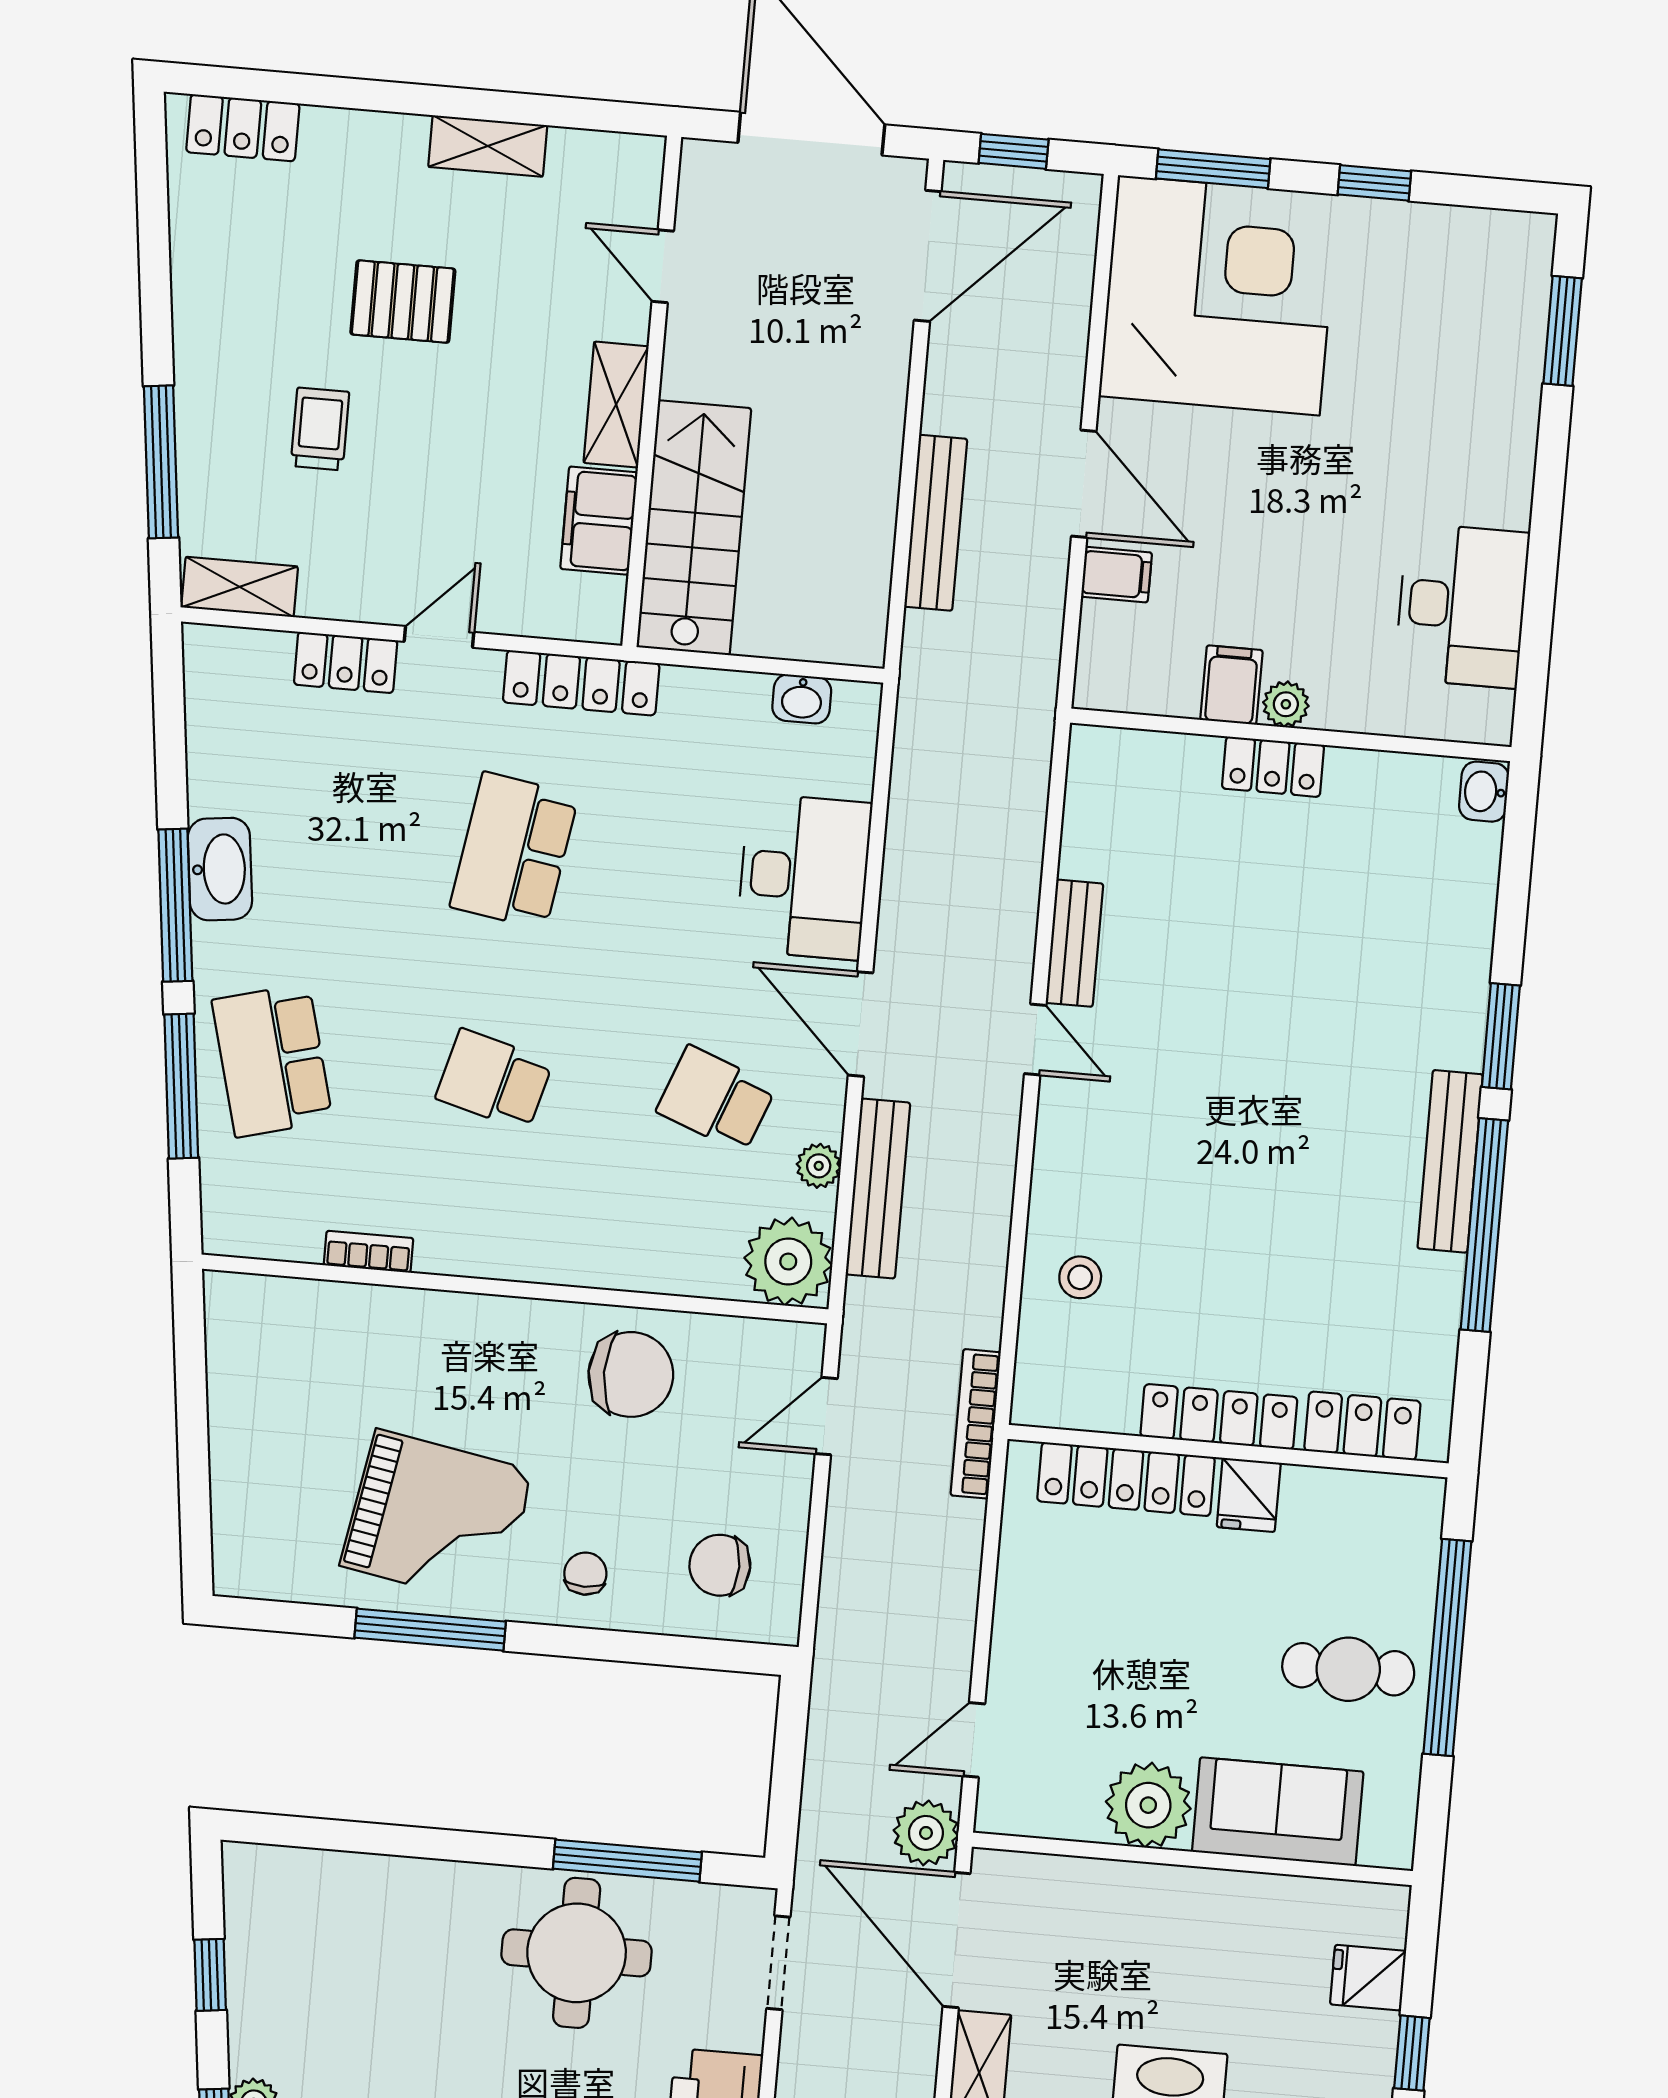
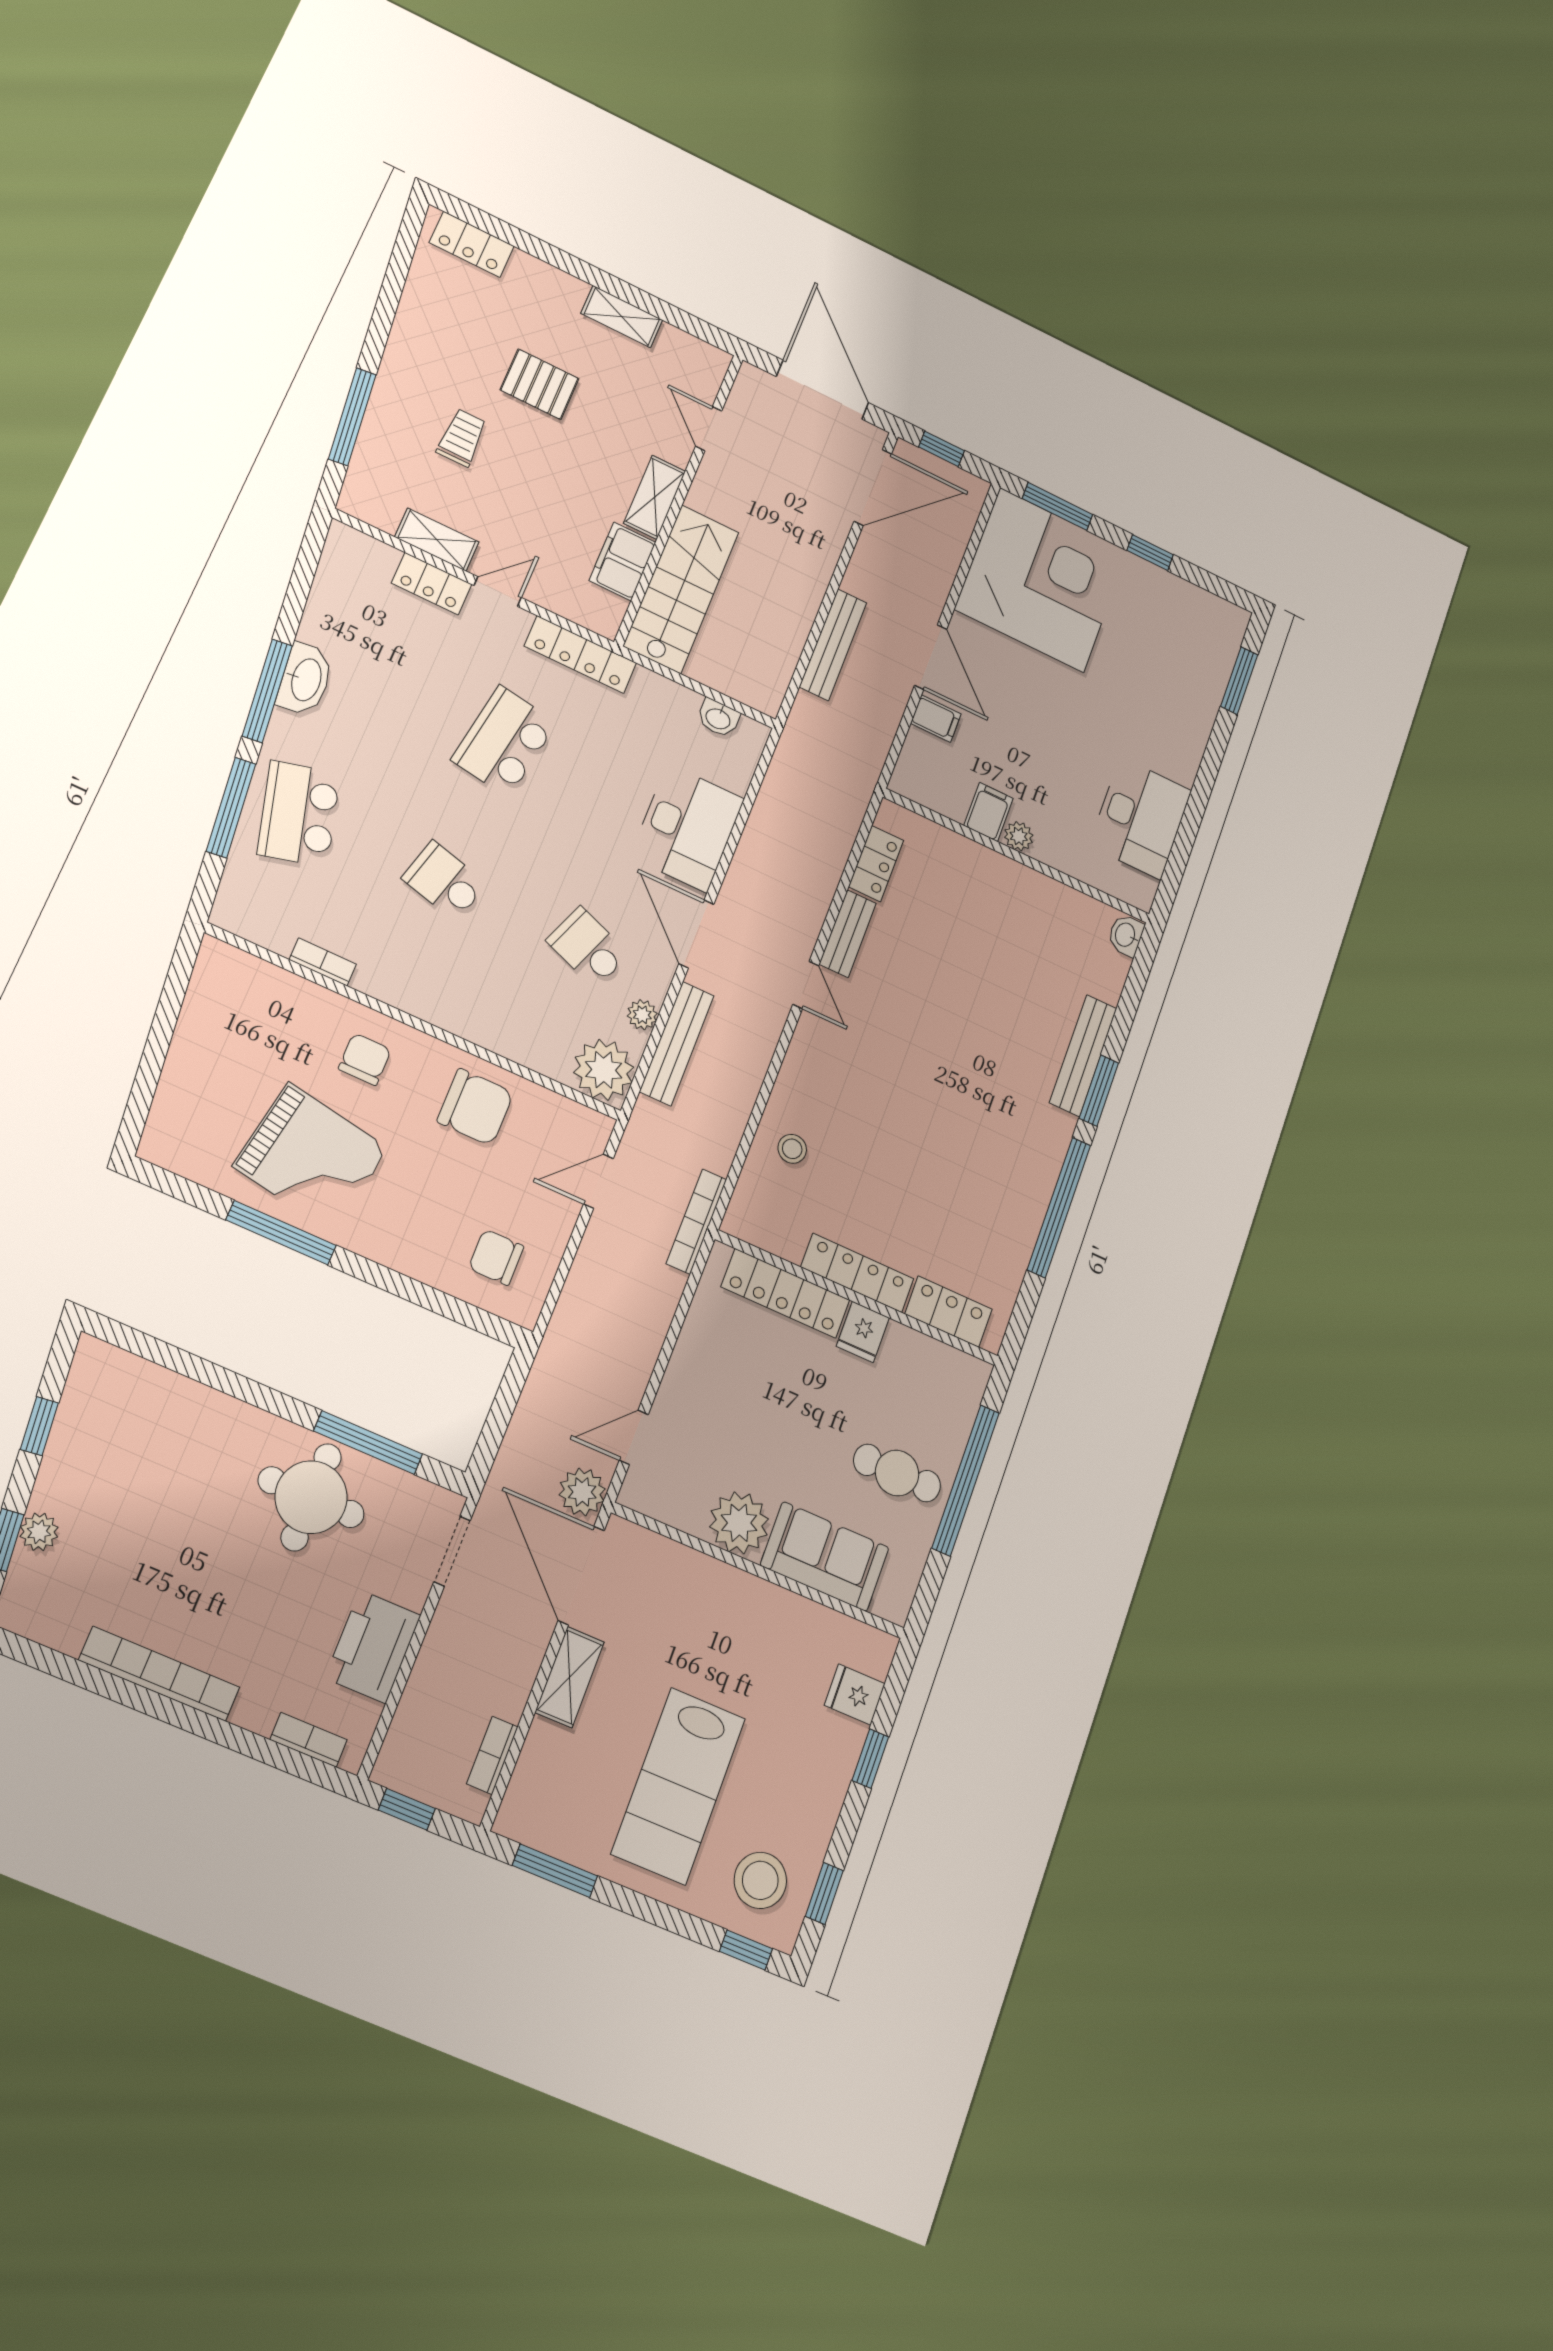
shelving: (240, 587) -> (437, 540), moved
locker: (1273, 767) -> (876, 864), moved, turned -90
bench: (1450, 1161) -> (1083, 1055), moved
chair: (585, 1574) -> (365, 1059), moved, width x1.37, depth x1.37

